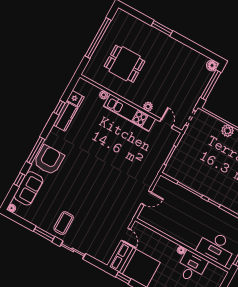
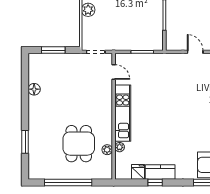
window: (162, 28) -> (25, 142), moved
floor lamp: (212, 66) -> (34, 89), moved
window: (211, 85) -> (53, 50), width x0.69
plant: (148, 107) -> (107, 150), moved
door: (166, 123) -> (114, 72), swing flipped

